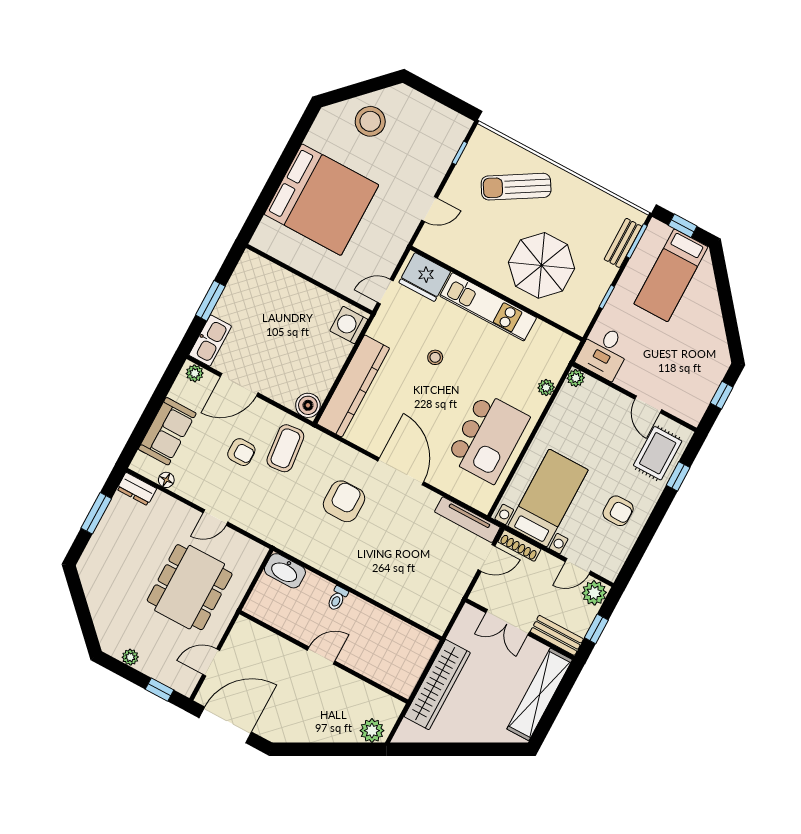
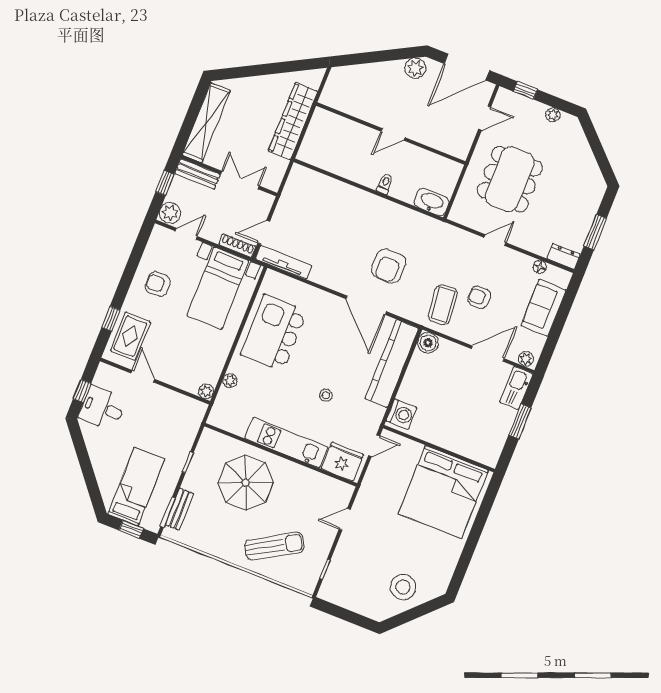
bed: (321, 200) -> (443, 492), moved, turned -90
desk: (604, 352) -> (102, 408), moved, turned -90
door: (401, 471) -> (366, 305), moved
plant: (372, 731) -> (415, 68), moved

